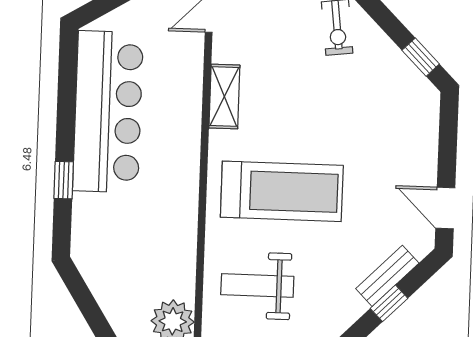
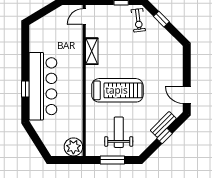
window: (421, 57) -> (161, 19), moved
bar counter: (108, 112) -> (43, 86), moved
weight bench: (257, 286) -> (119, 132), moved, turned 90

